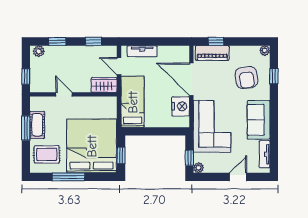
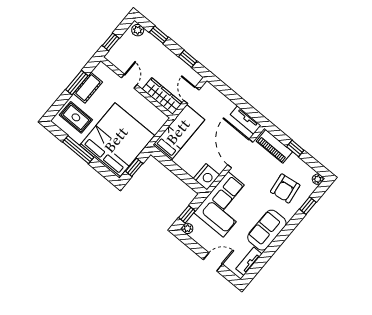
window: (216, 42) -> (295, 148), moved
tv unit: (142, 51) -> (246, 120), moved
wardrobe: (104, 85) -> (162, 96), width x1.50
nightstand: (181, 106) -> (207, 177), moved

